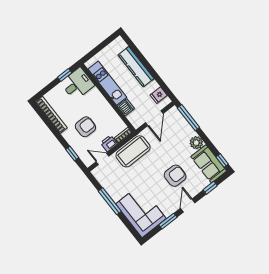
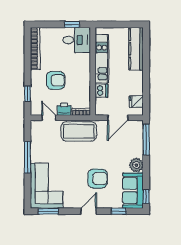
kitchen counter: (136, 67) -> (136, 49), moved
window: (168, 221) -> (48, 211), moved

